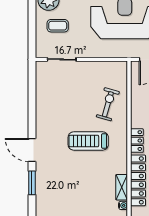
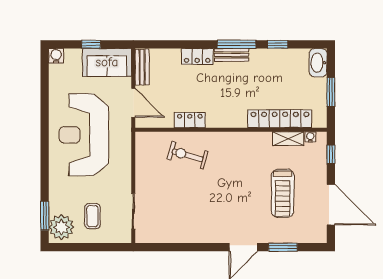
treadmill: (88, 141) -> (283, 193), moved
locker: (137, 141) -> (190, 120), moved

